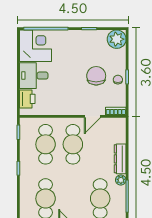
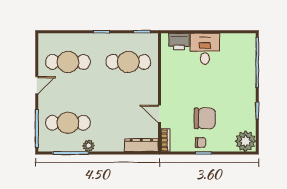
corner desk: (36, 46) -> (238, 51), removed
cafe table: (73, 144) -> (128, 92), removed
dresser: (120, 159) -> (141, 145), moved

